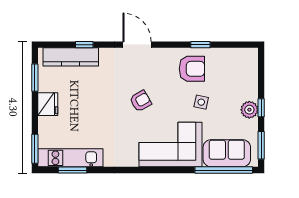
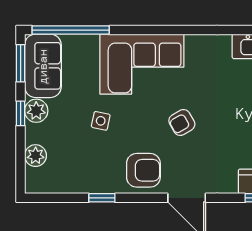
armchair: (192, 69) -> (143, 170), moved, turned 180
plant: (250, 76) -> (36, 156), added
sofa: (227, 153) -> (43, 66), moved, turned -90

